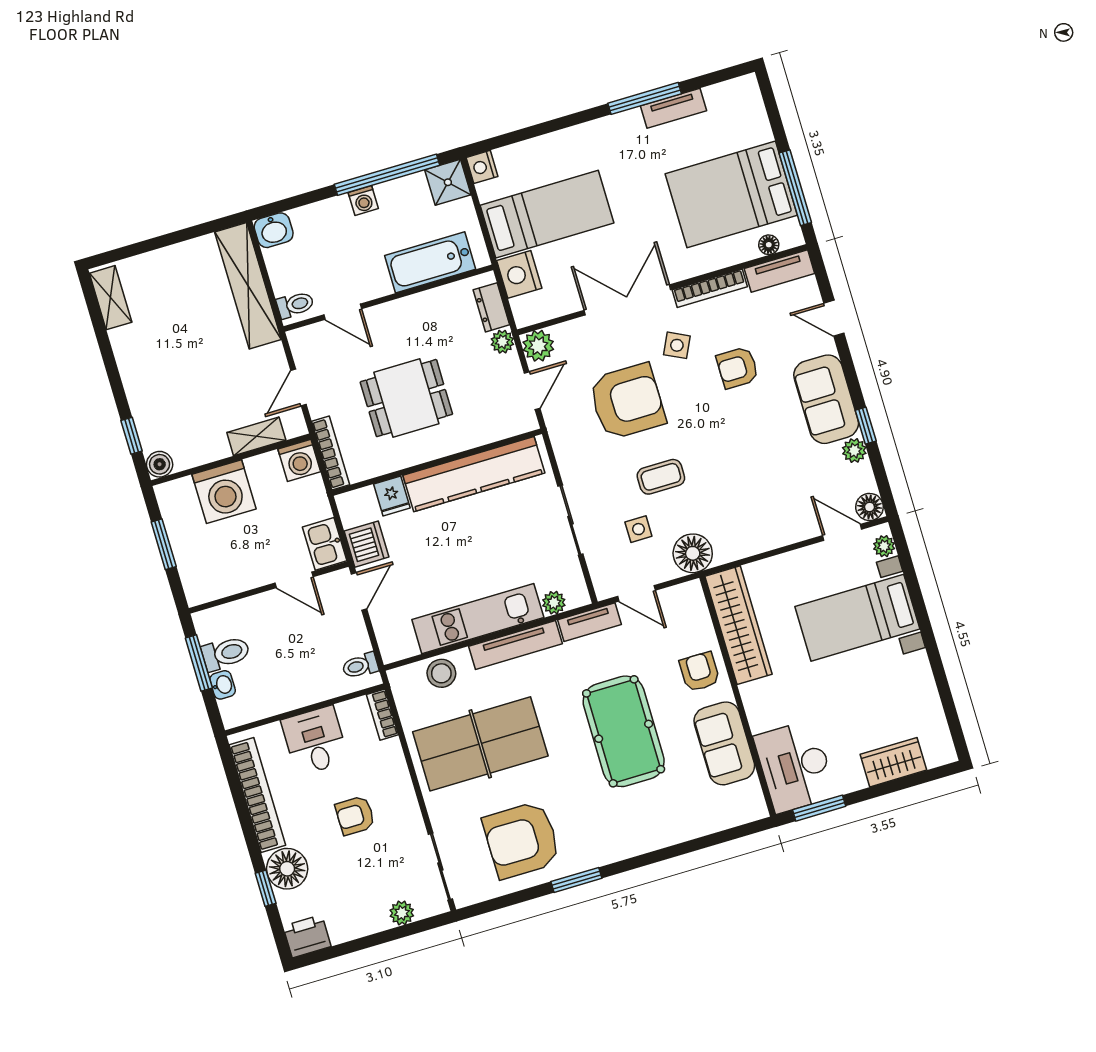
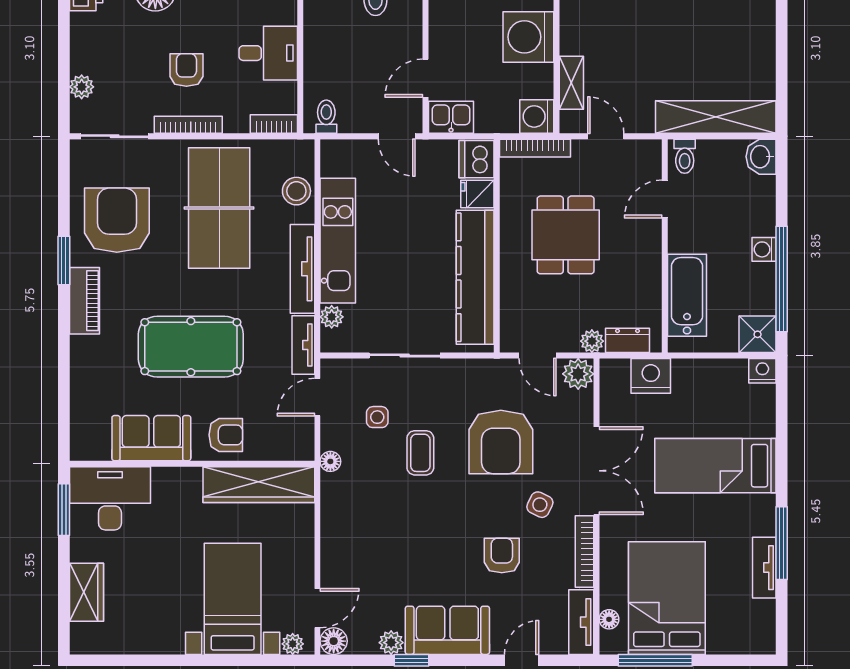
bed: (547, 214) -> (715, 466), moved, turned 90
dishwasher: (366, 544) -> (476, 159), moved, turned 90
floor lamp: (693, 553) -> (330, 461), width x0.53, depth x0.53
bookcase: (408, 798) -> (188, 125), added
piano: (610, 848) -> (84, 301), added

